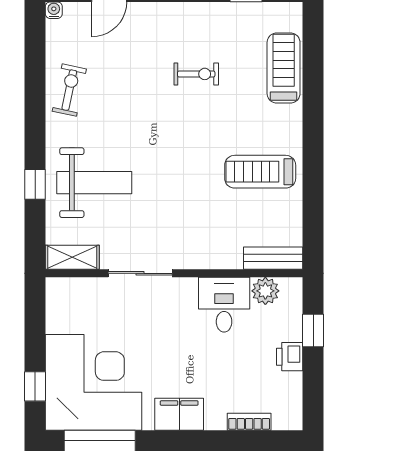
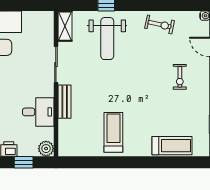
exercise bike: (196, 74) -> (180, 77), moved
bench: (273, 258) -> (65, 102), moved
plant: (265, 291) -> (46, 149), moved

